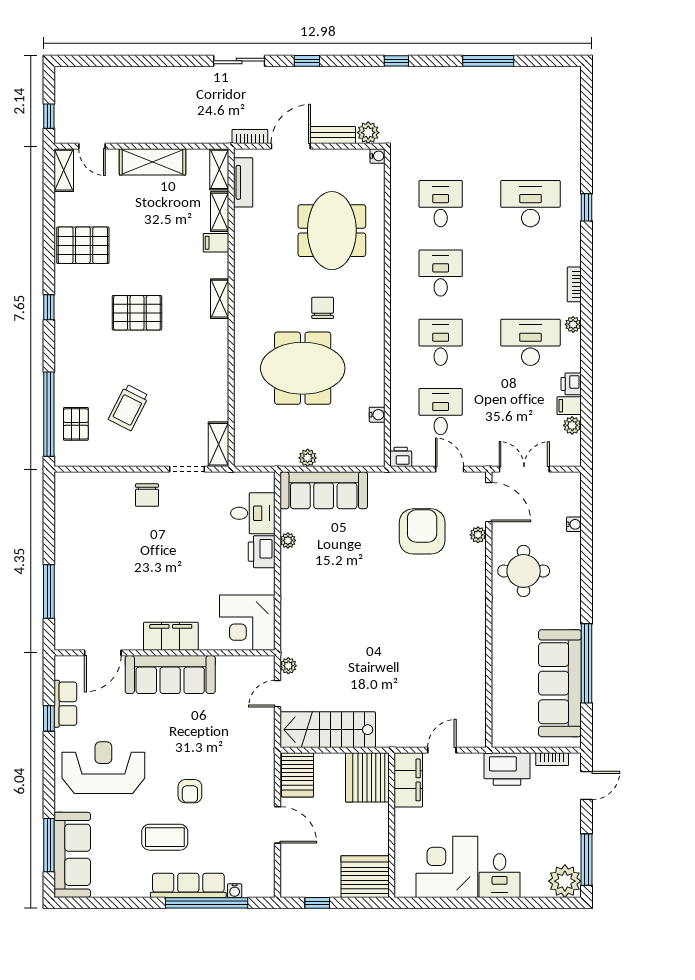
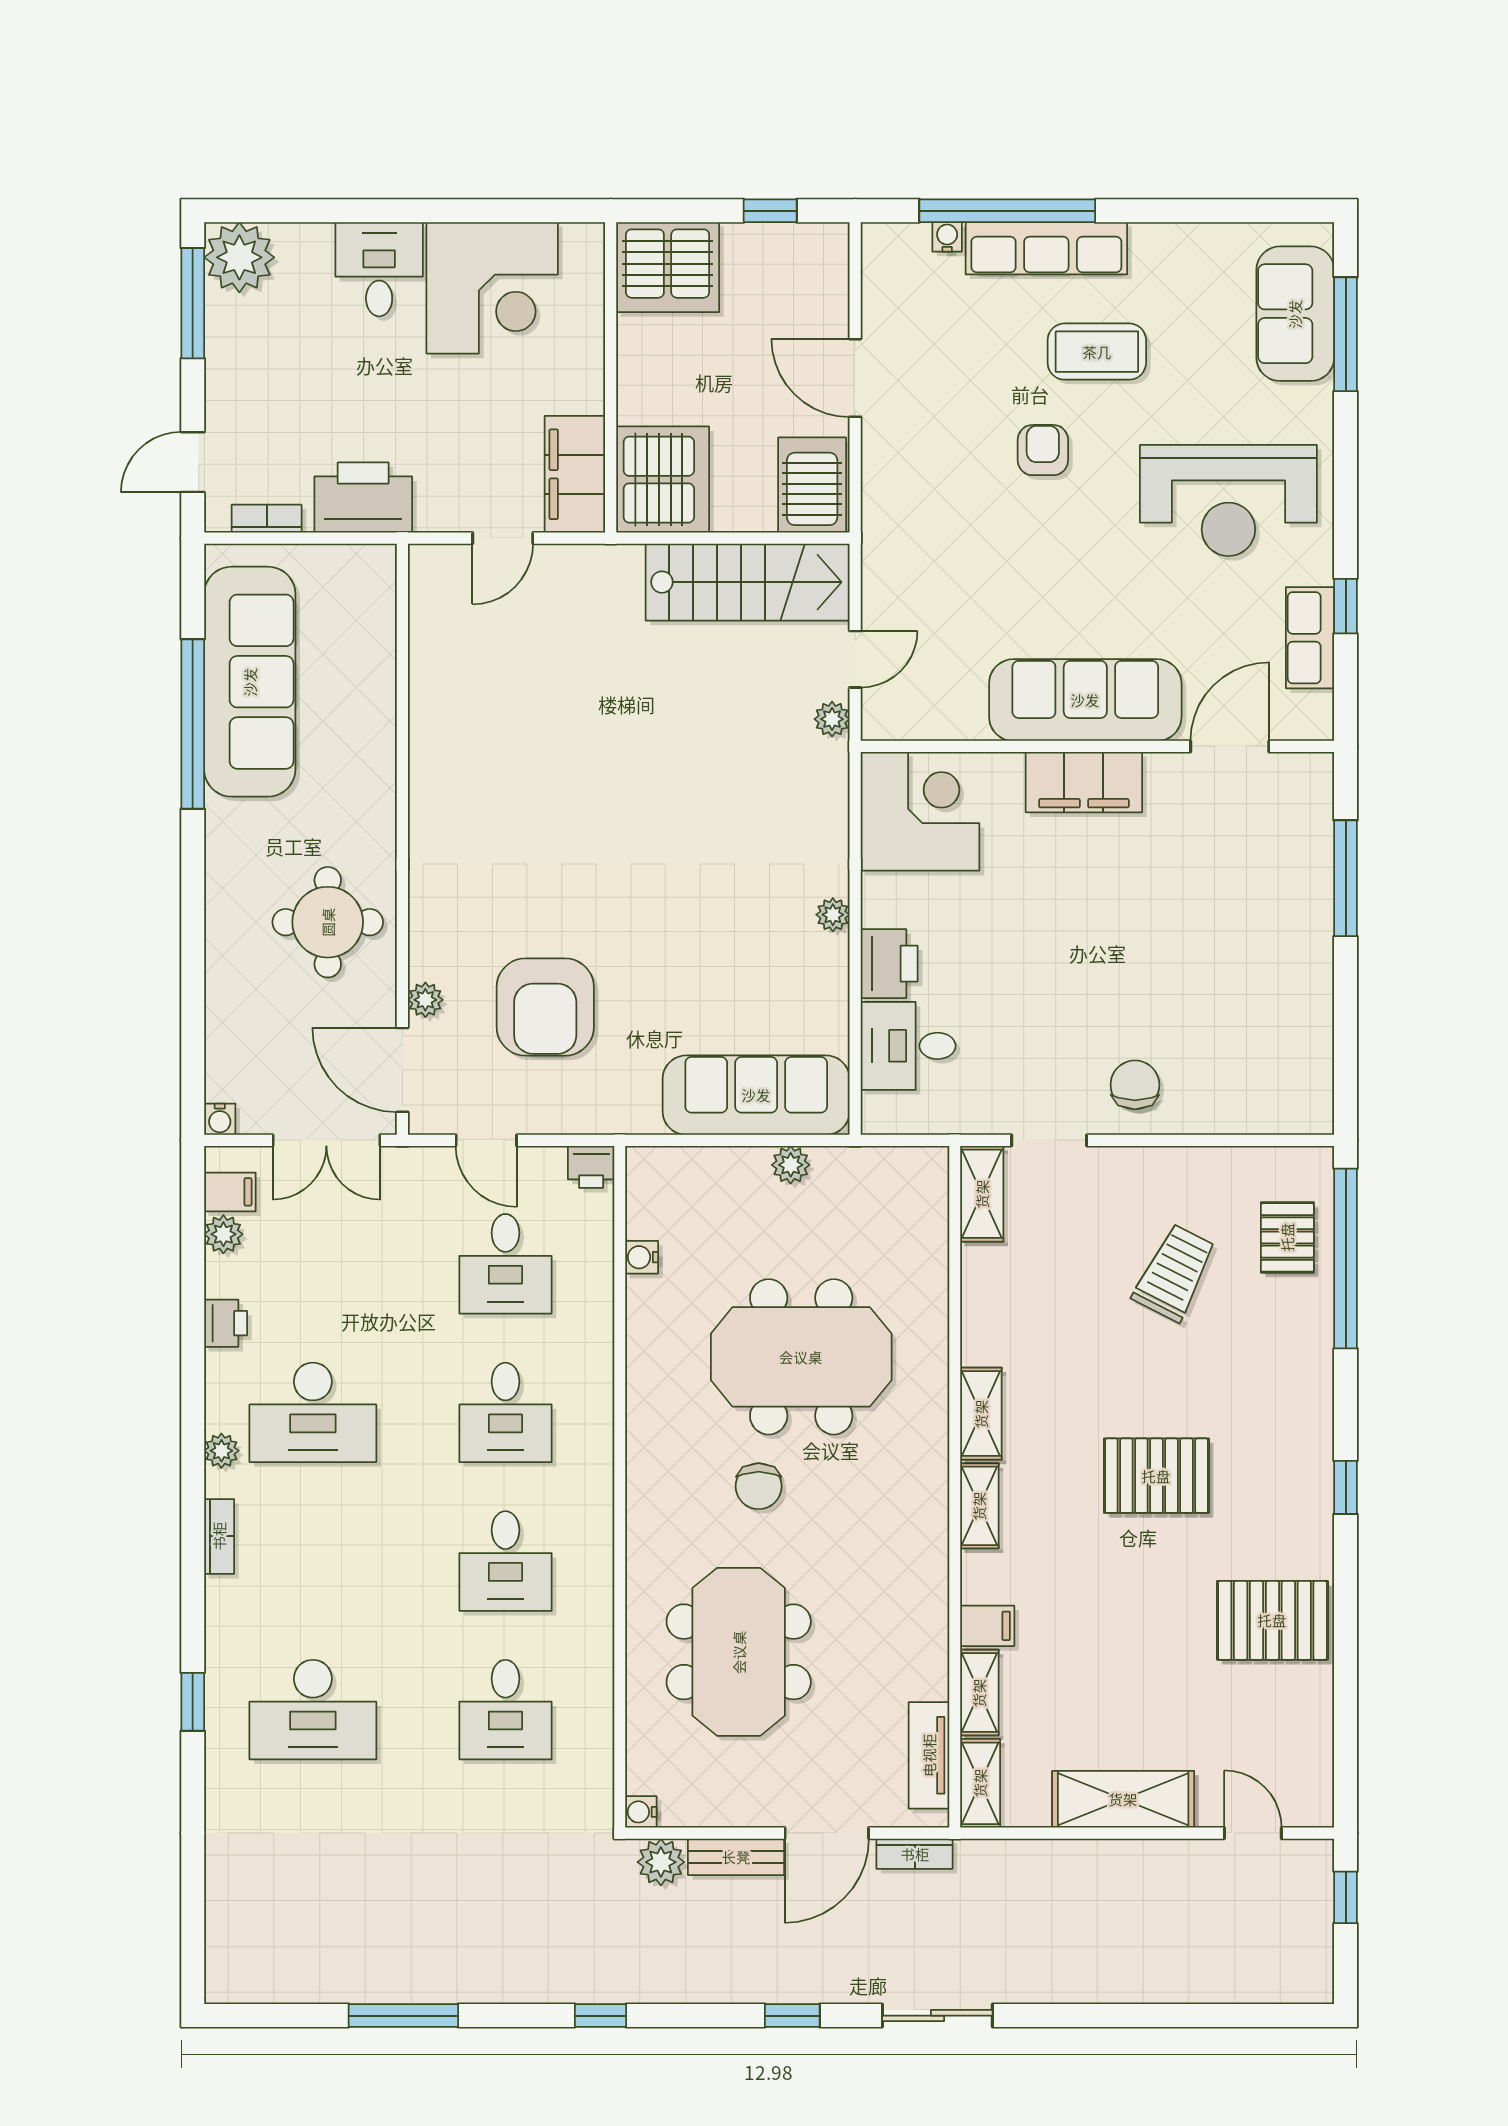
shelving: (64, 170) -> (981, 1414), moved
filing cabinet: (569, 406) -> (230, 1192), moved
water cooler: (574, 524) -> (220, 1119), moved, turned -90
plant: (288, 540) -> (833, 915), moved
sofa: (72, 855) -> (1295, 314), width x0.73

